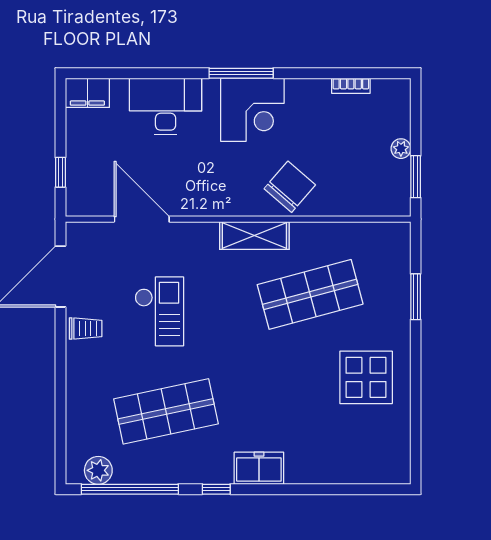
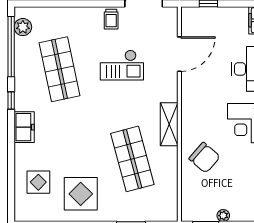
chair: (290, 187) -> (204, 158), moved
display table: (347, 445) -> (38, 182), added

